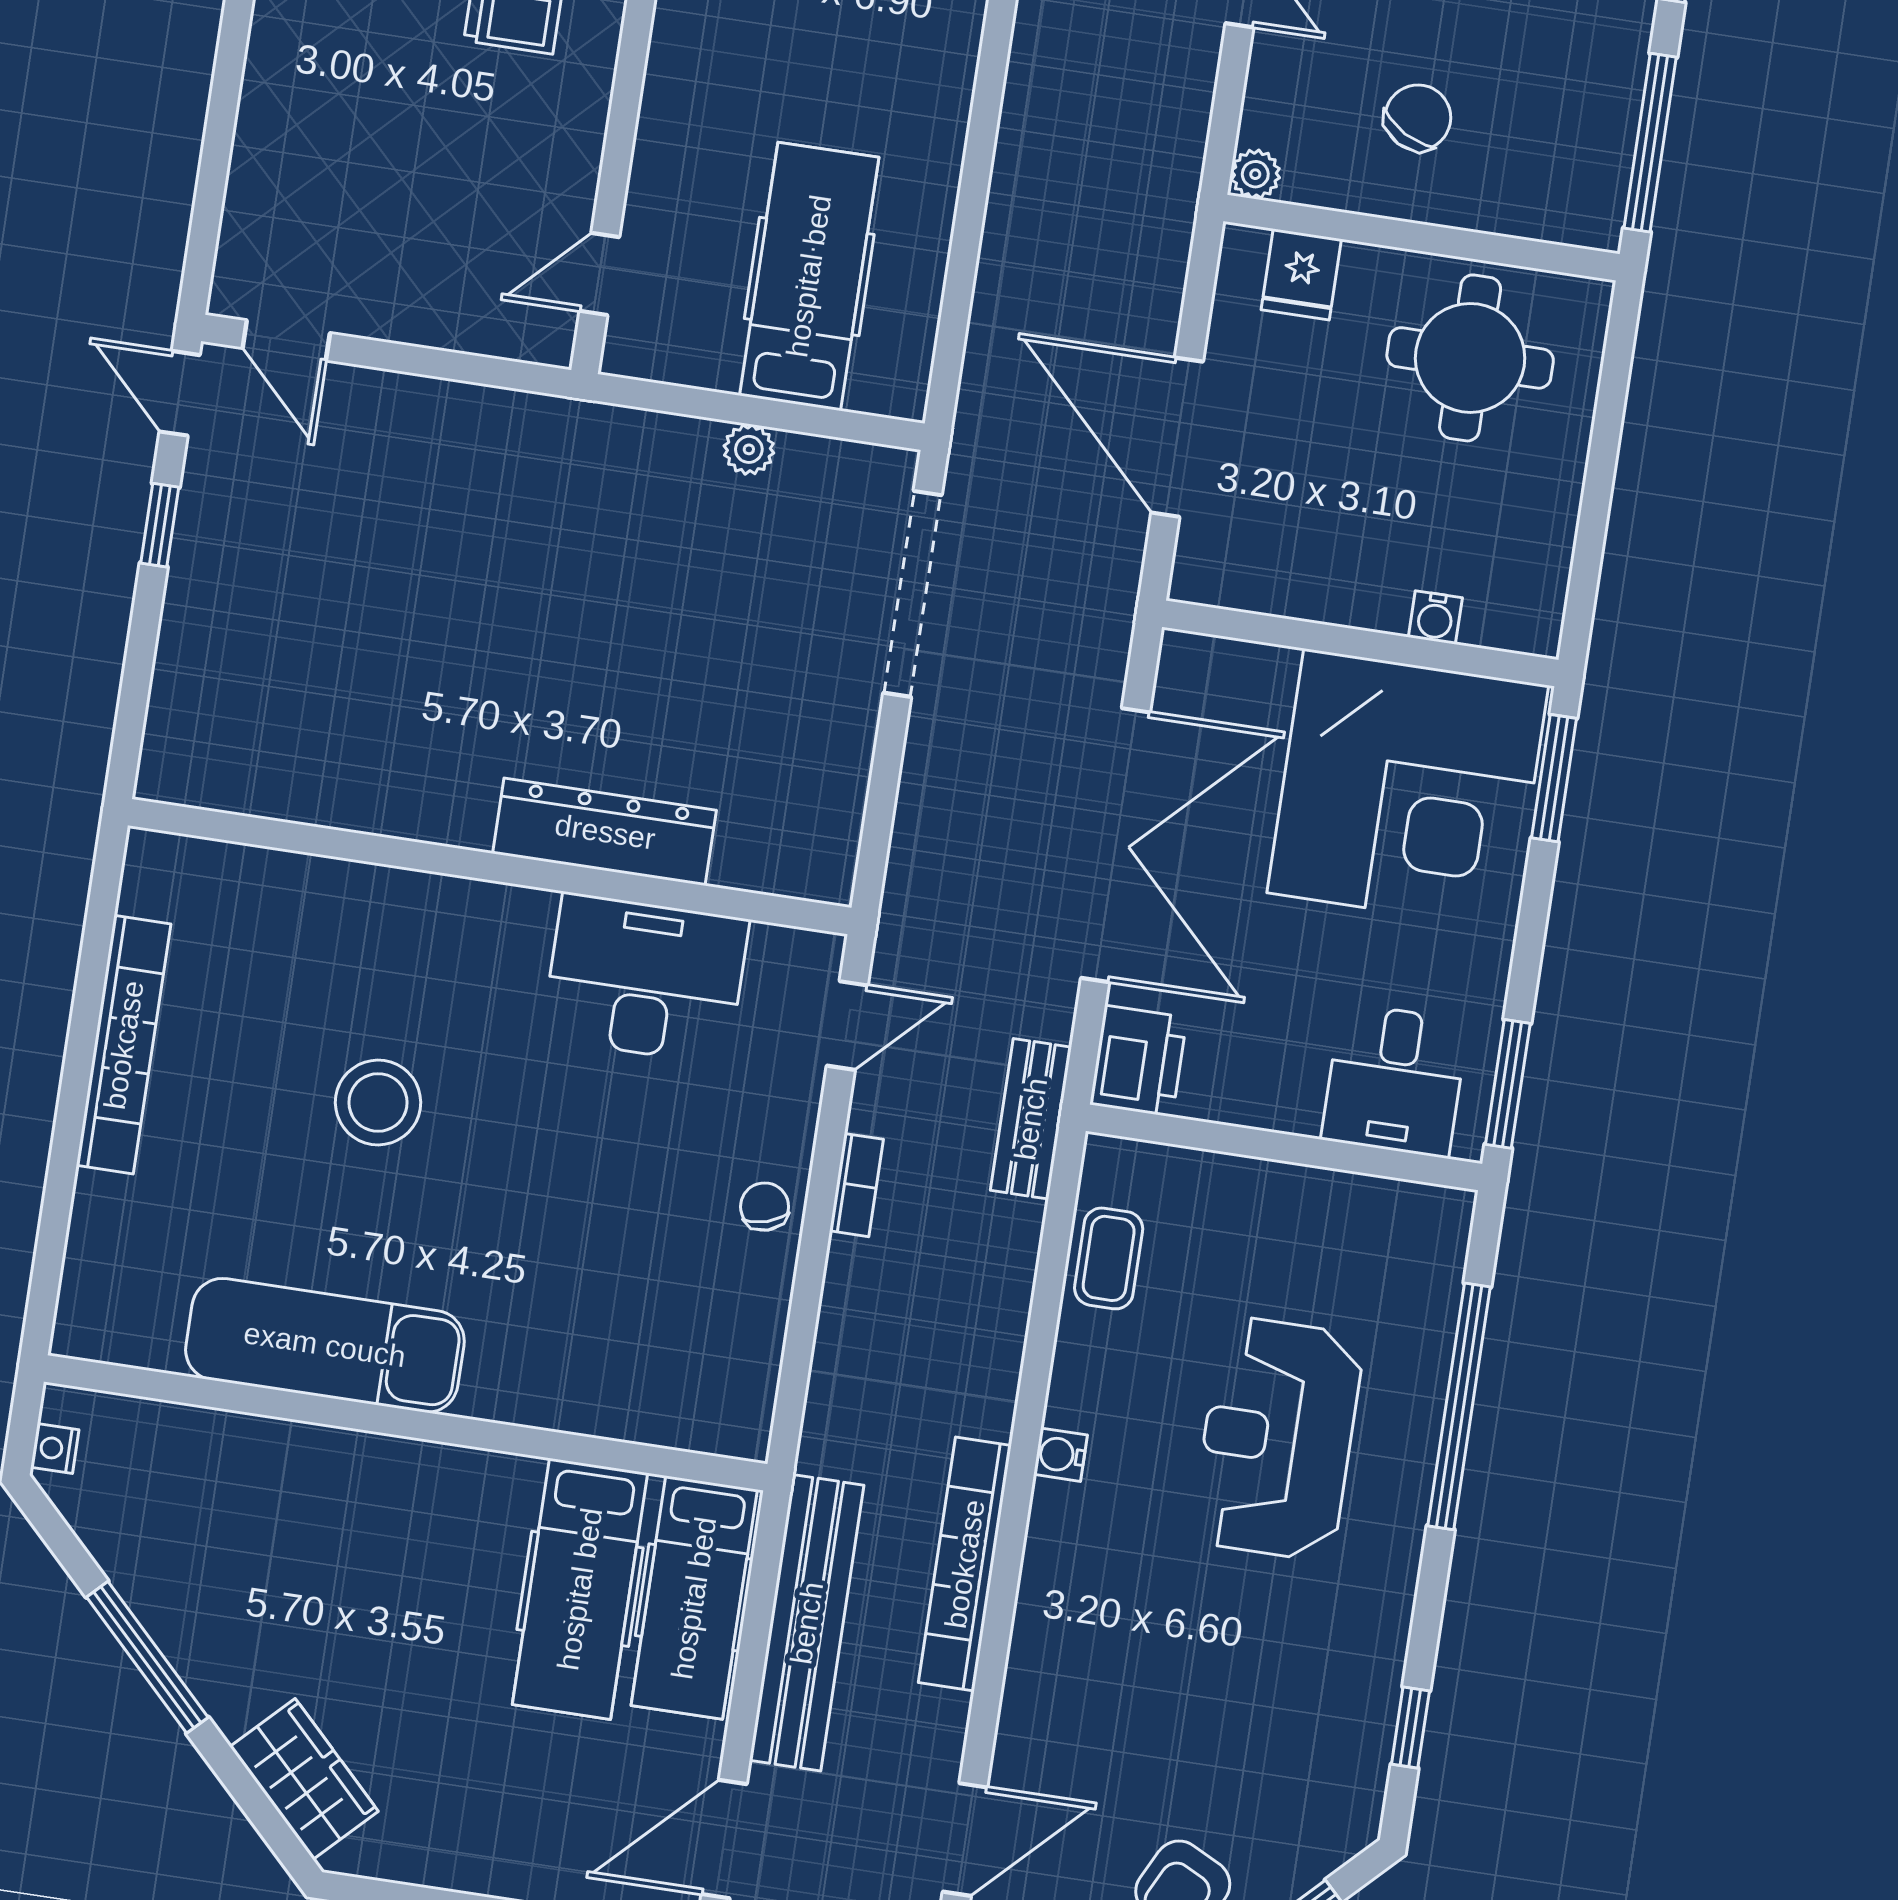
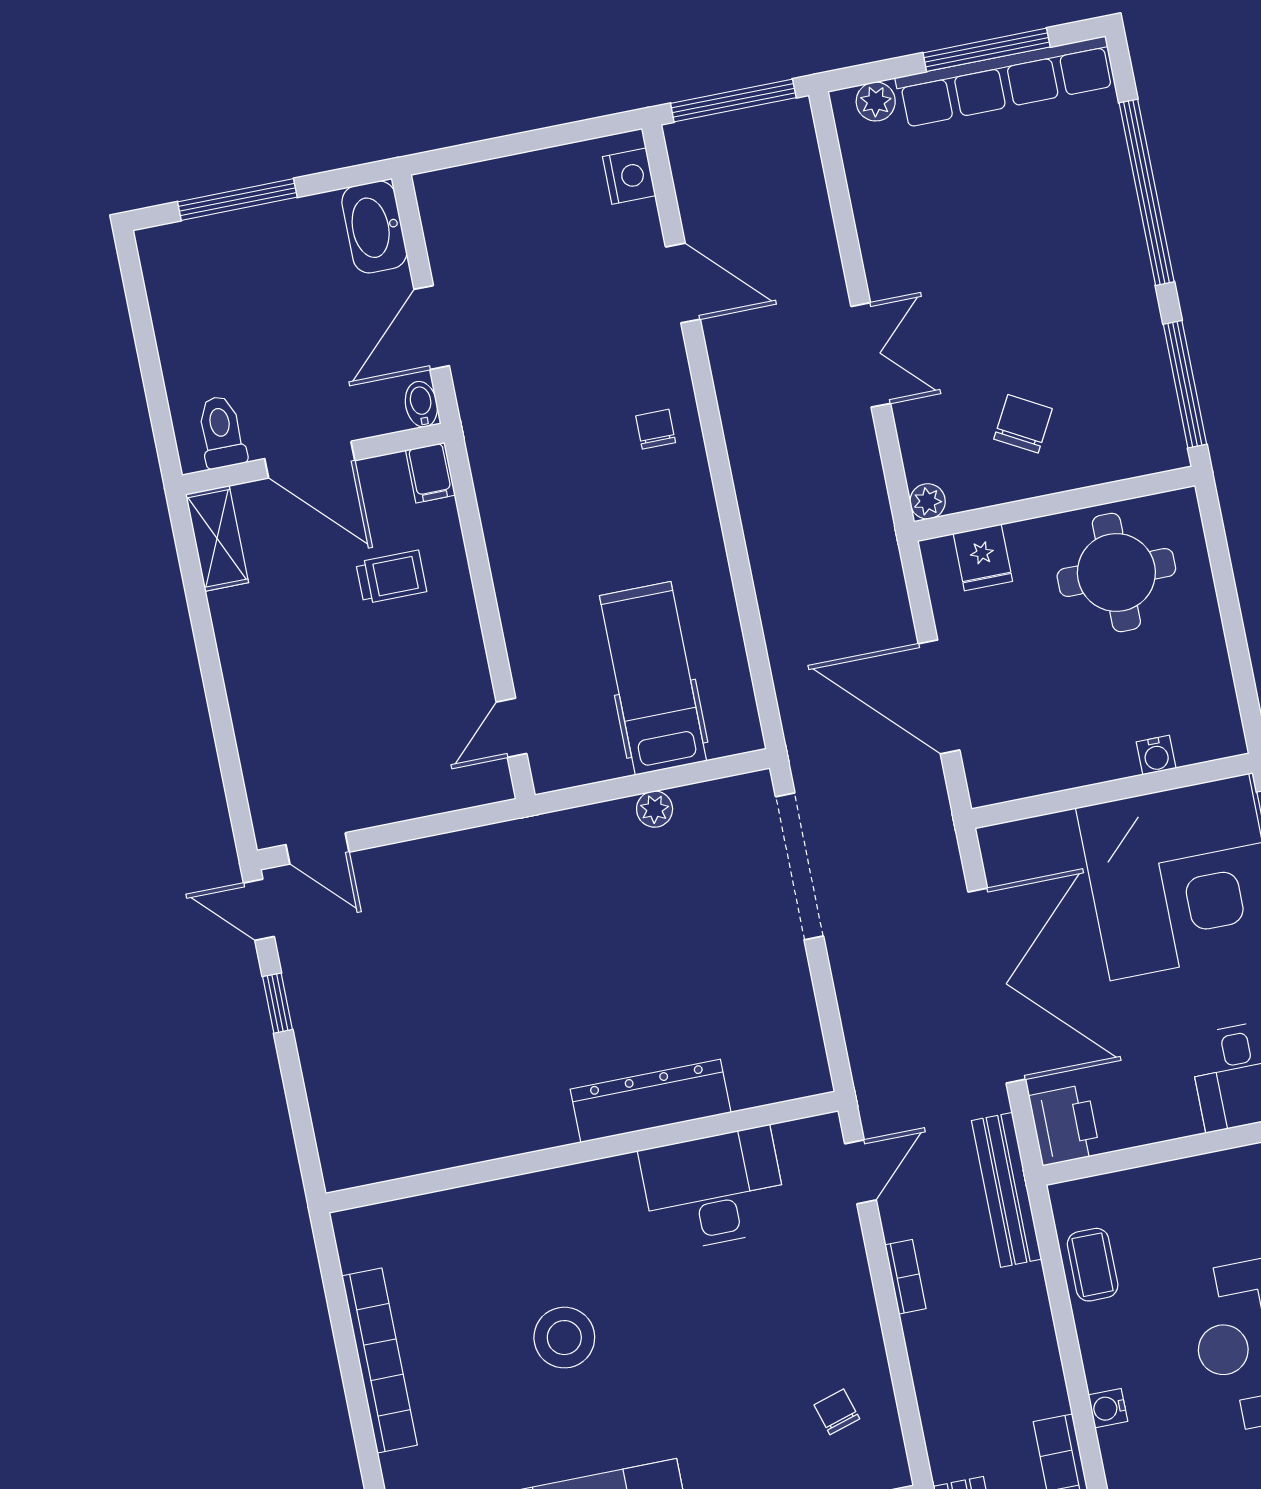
bench: (1031, 1119) -> (1007, 1190), width x1.36
chair: (765, 1207) -> (837, 1412), moved

